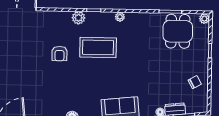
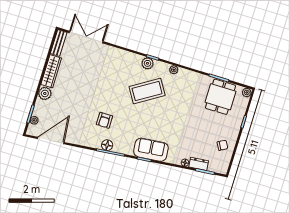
plant: (79, 18) -> (147, 63), moved
coffee table: (98, 47) -> (147, 91), turned -32
armchair: (59, 54) -> (104, 120), moved

